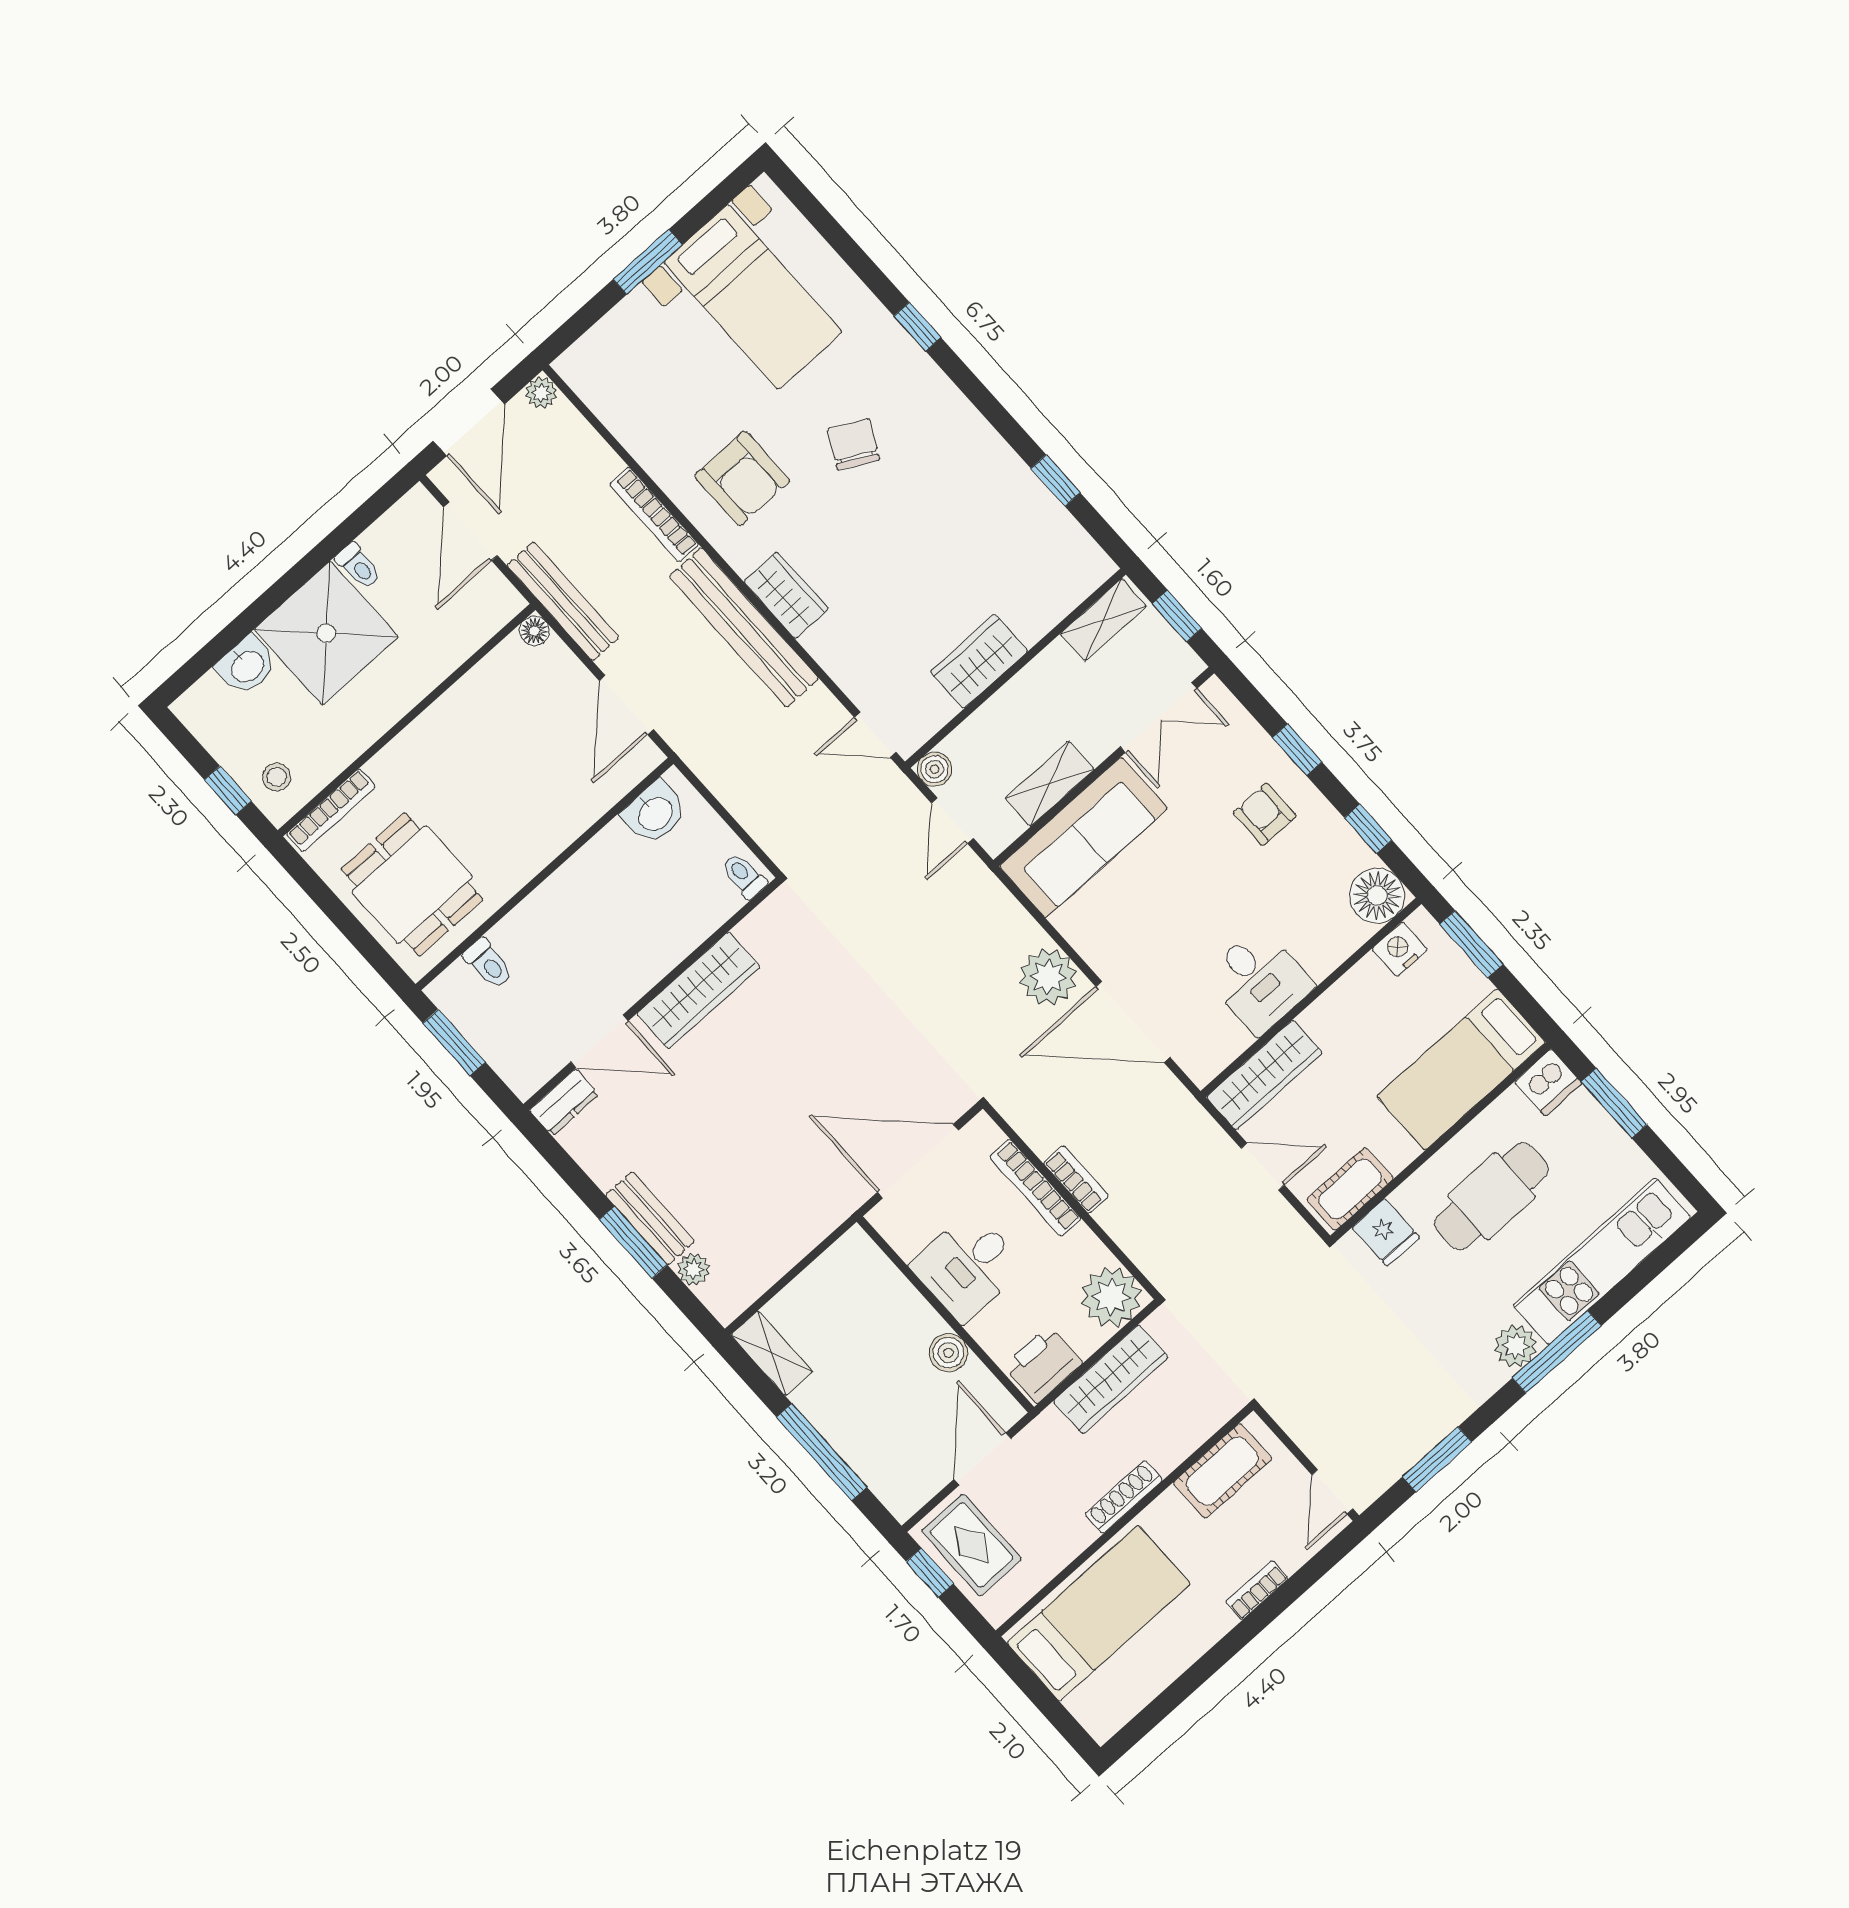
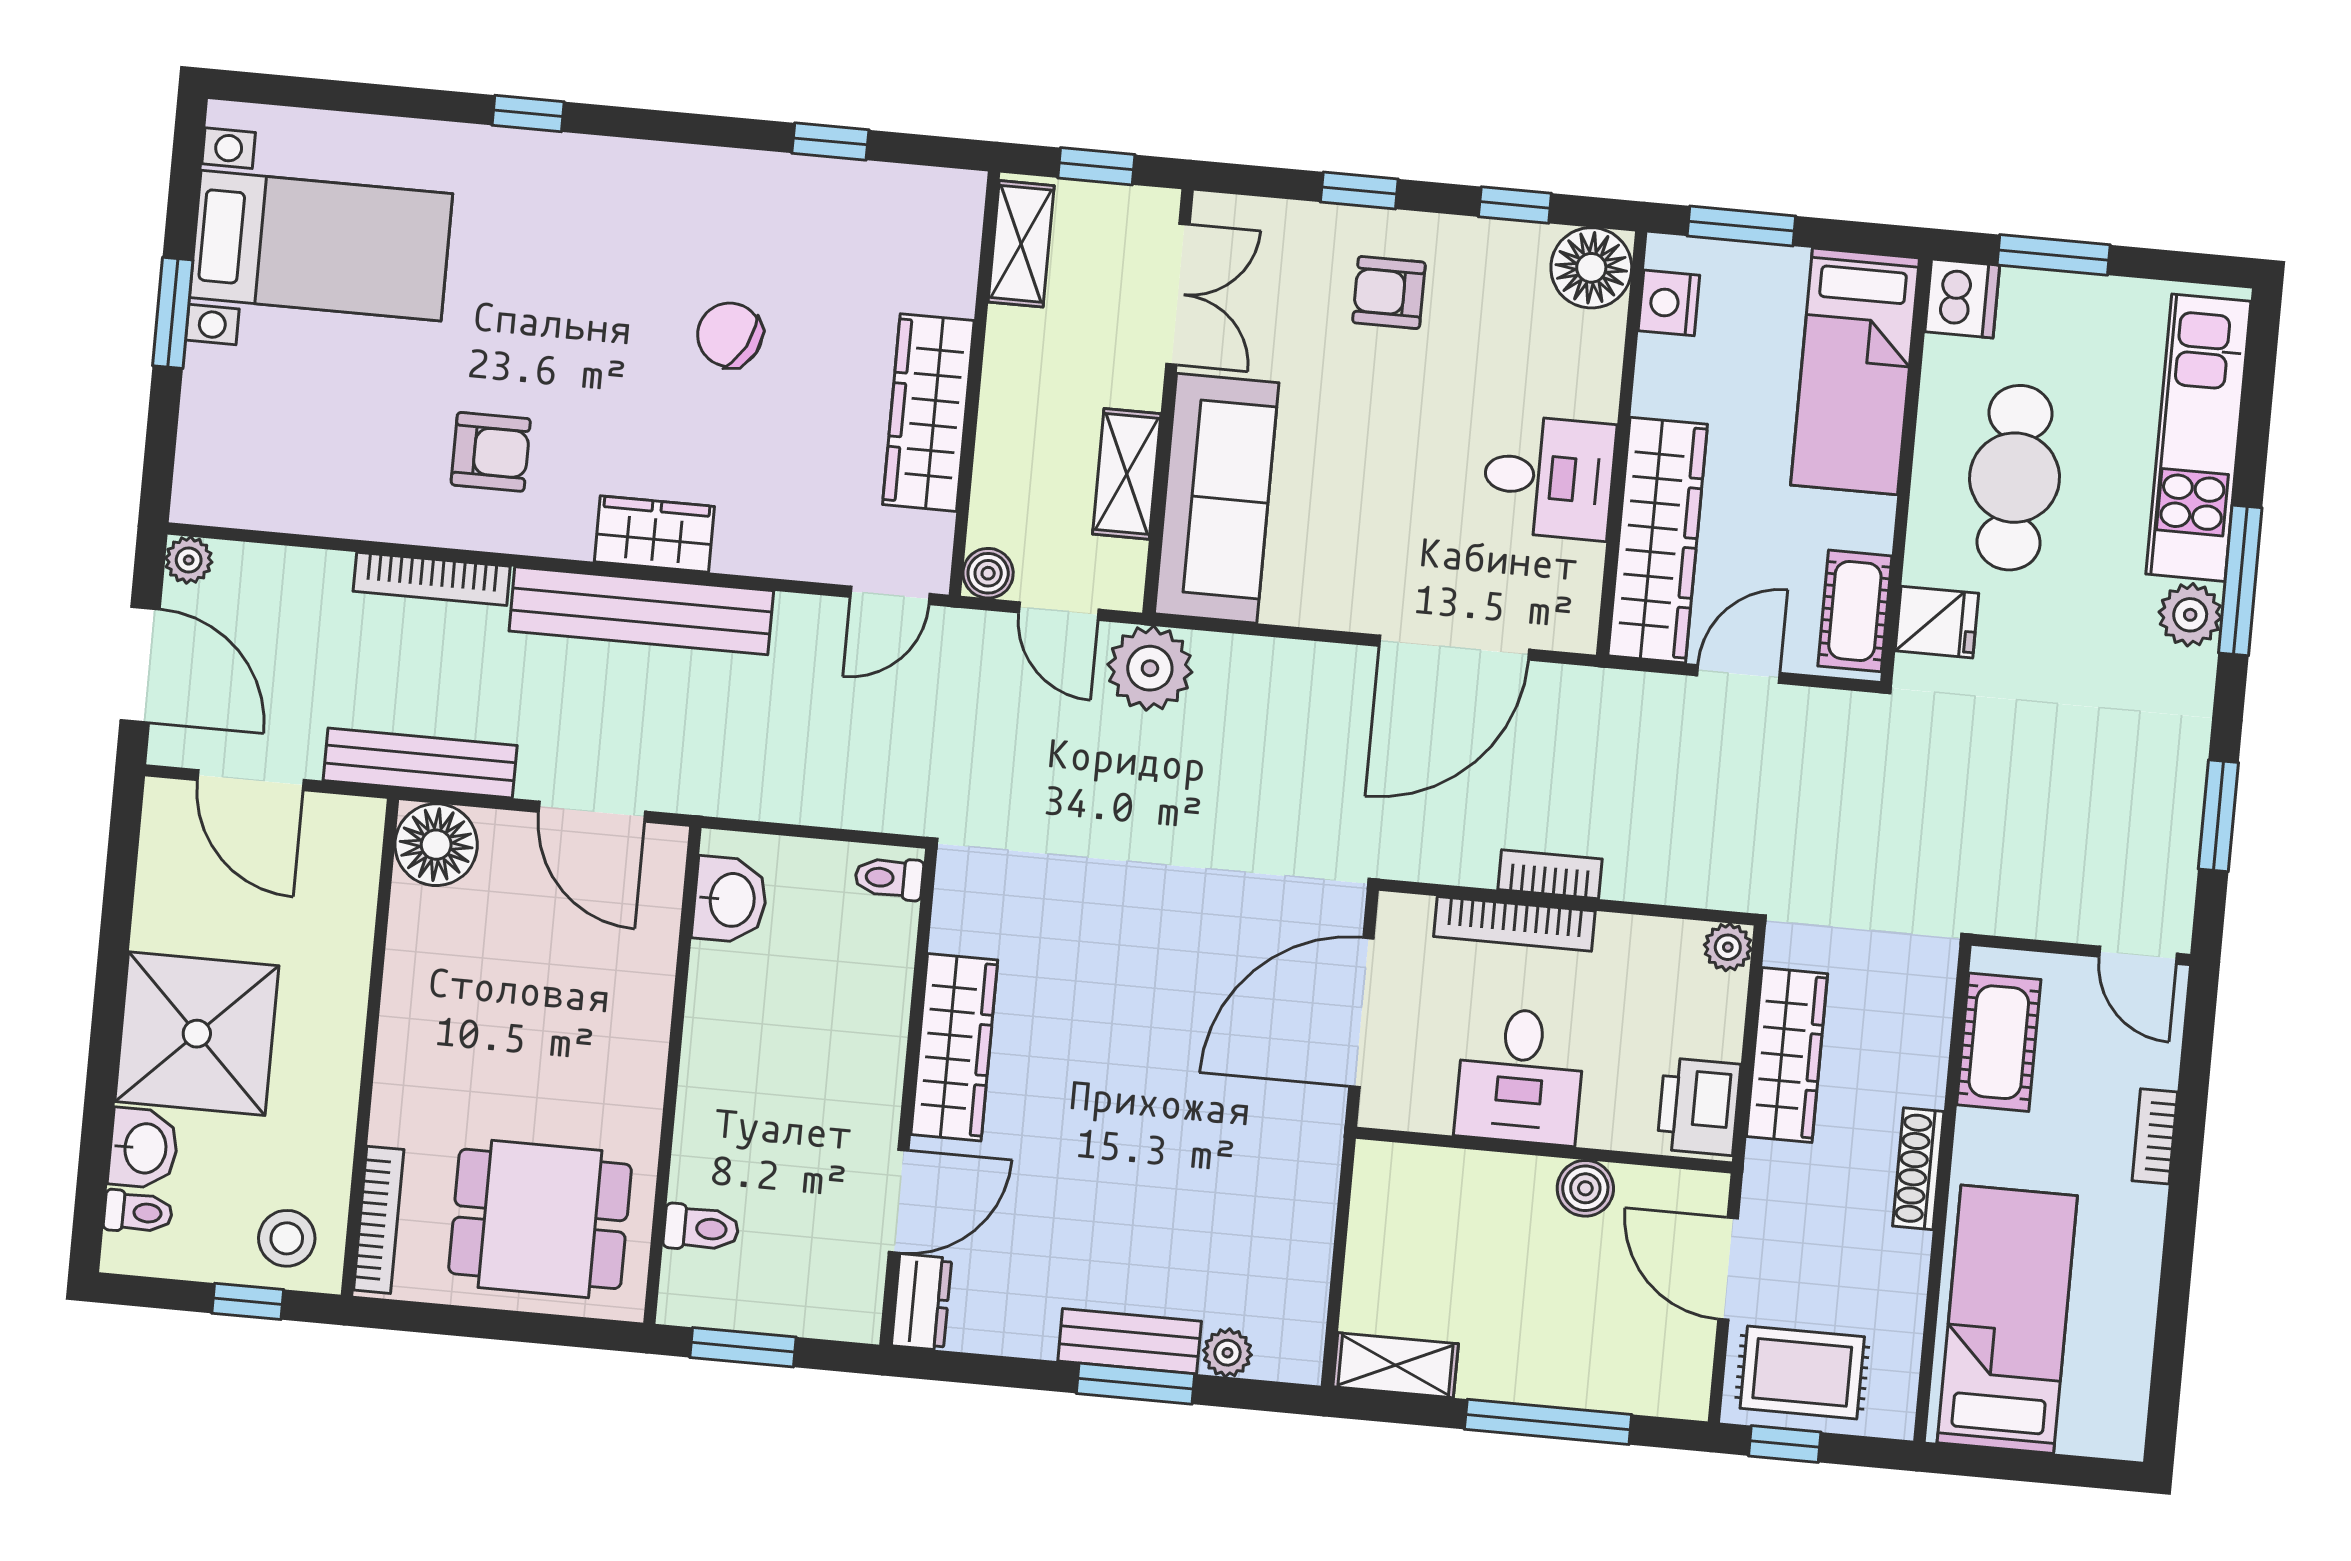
chair: (853, 444) -> (730, 335), moved
armchair: (742, 478) -> (491, 452), width x0.72, depth x0.72
toilet: (358, 566) -> (138, 1212), moved
floor lamp: (534, 631) -> (436, 845), width x1.89, depth x1.89
wardrobe: (979, 661) -> (928, 413), width x1.50
stool: (277, 777) -> (287, 1238), width x1.37, depth x1.37
plant: (1048, 977) -> (1150, 668), moved
wardrobe: (1264, 1075) -> (1658, 540), width x1.40, depth x1.17
plant: (1111, 1297) -> (1728, 947), width x0.53, depth x0.53

